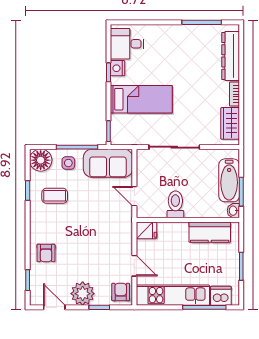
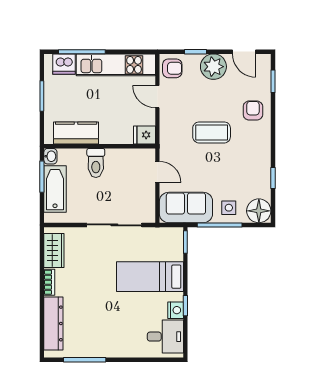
coffee table: (55, 196) -> (212, 132), moved, width x1.36, depth x1.30
toilet: (175, 204) -> (96, 163), moved
armchair: (121, 292) -> (172, 68), turned -90

